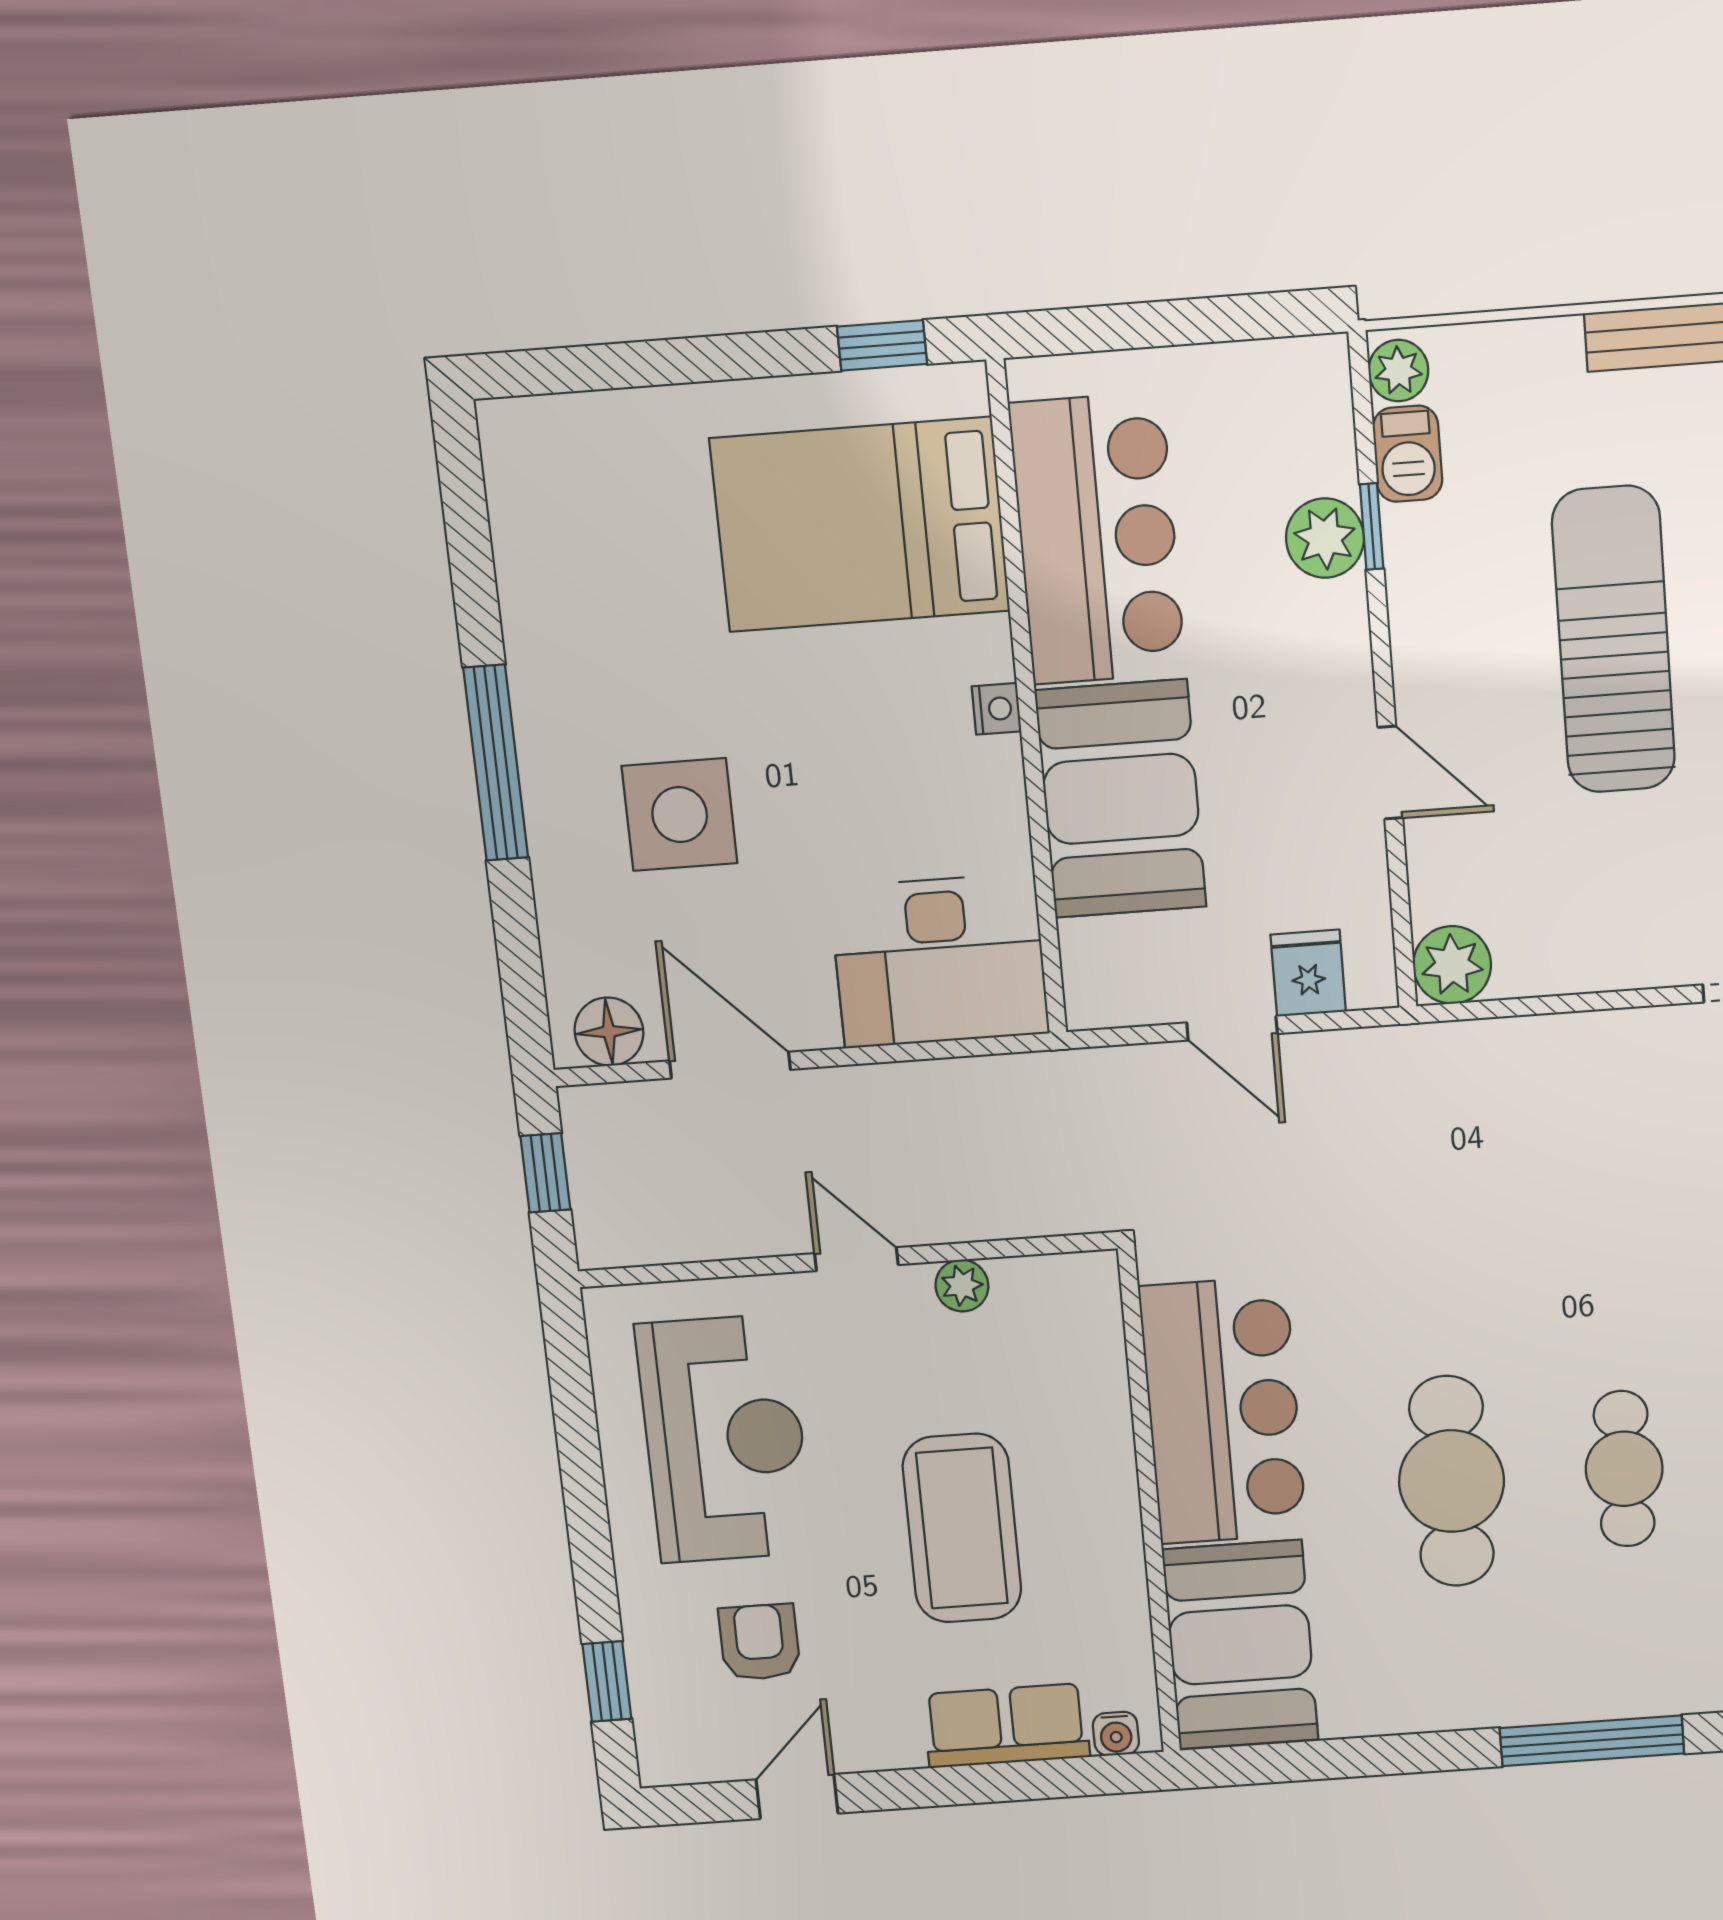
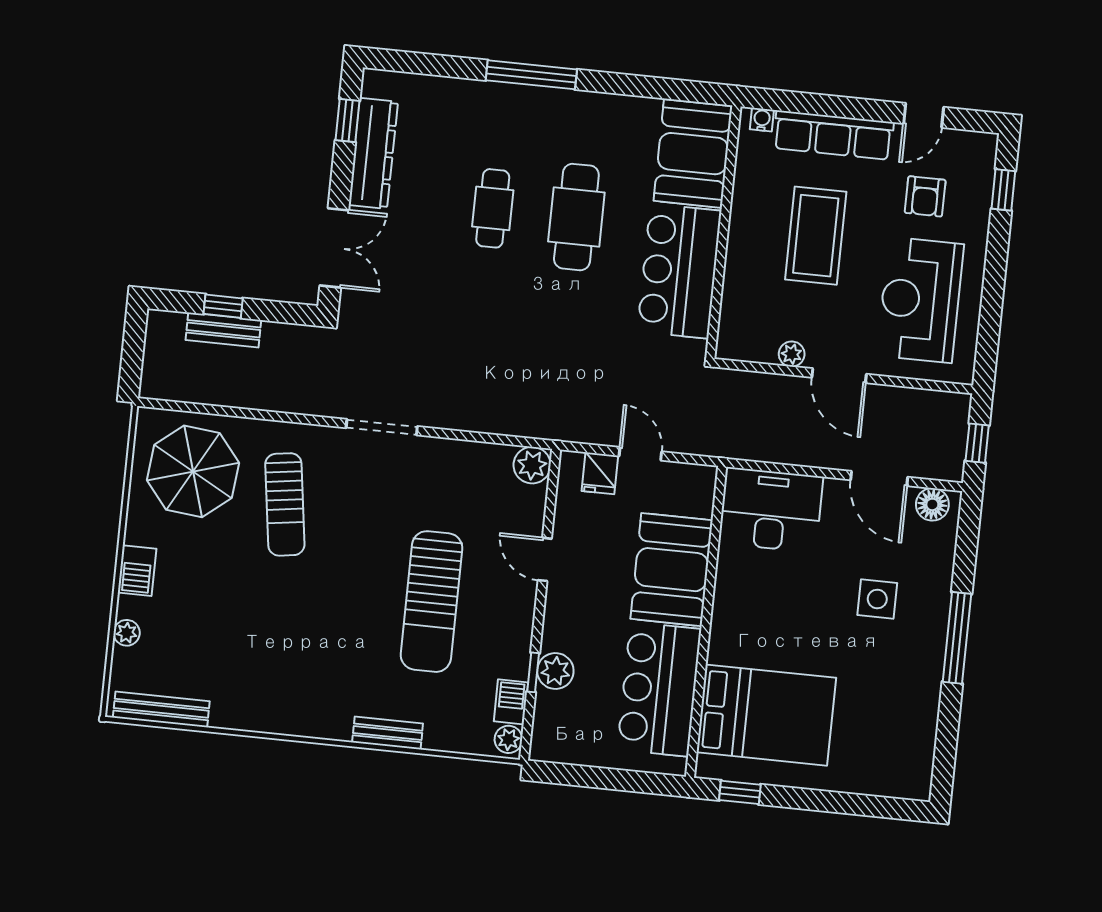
nightstand: (996, 709) -> (721, 621), removed
side table: (680, 815) -> (877, 599), width x0.73, depth x0.73
door: (856, 1259) -> (839, 376), width x1.38
row of seats: (1006, 1726) -> (833, 135), width x1.48

